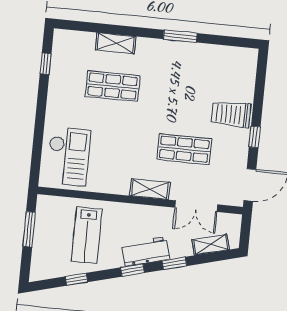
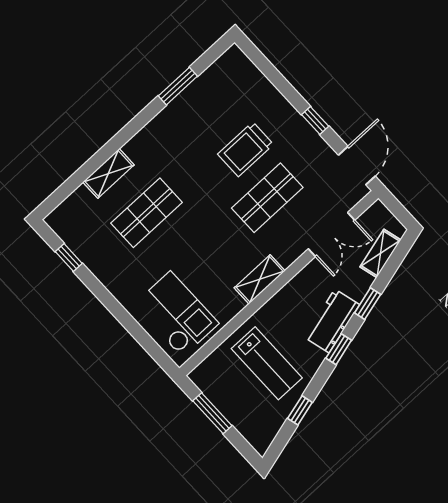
window: (180, 36) -> (178, 86), moved
trolley: (231, 114) -> (246, 149), moved
shelving: (150, 189) -> (260, 279), moved

